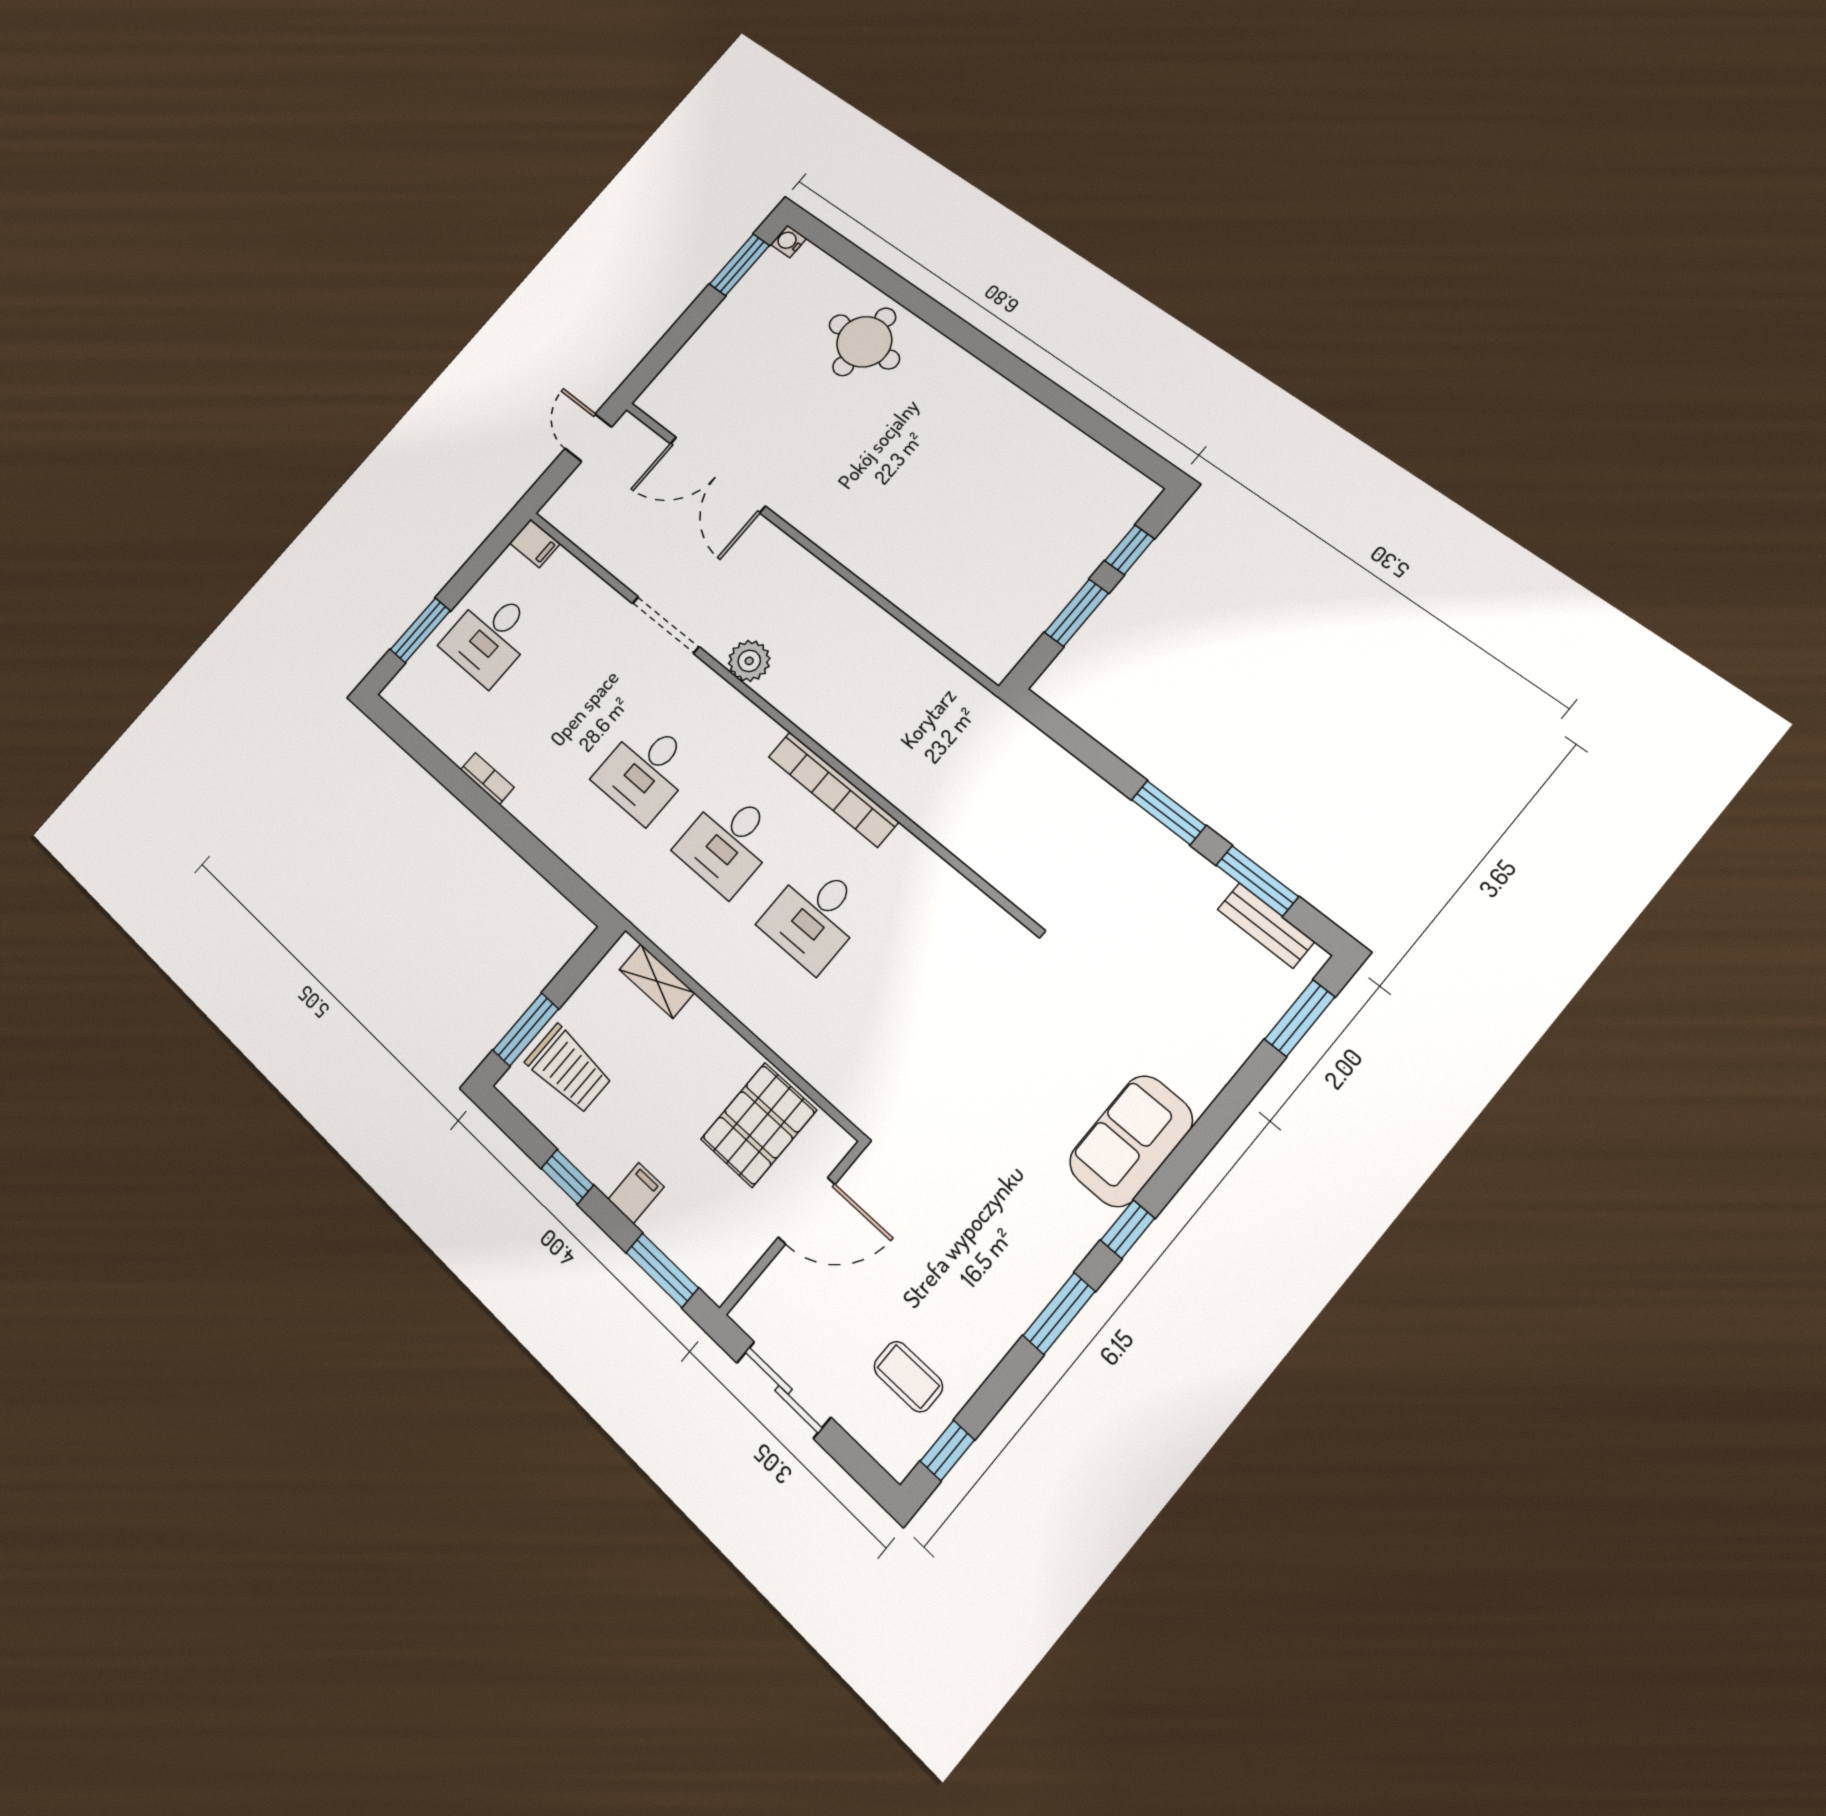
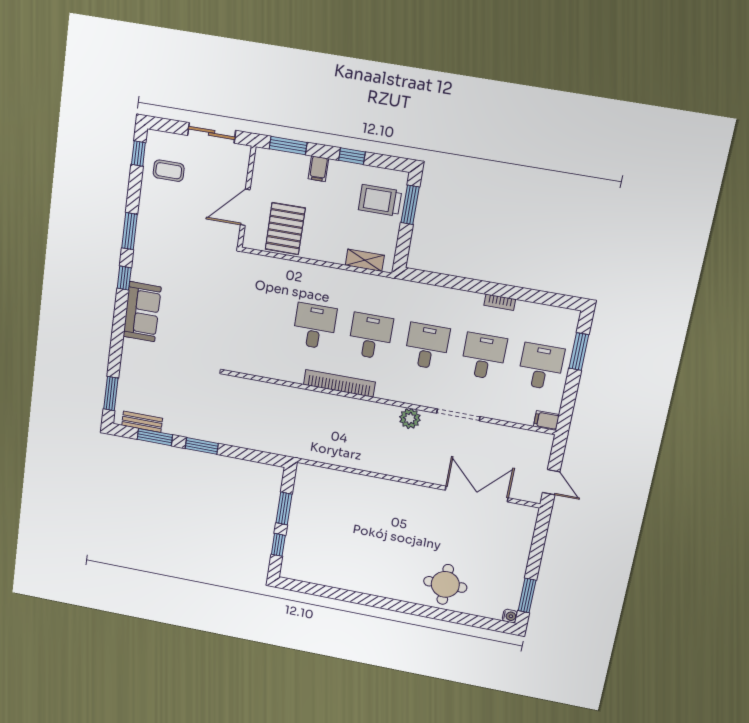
desk: (566, 703) -> (484, 356), added

